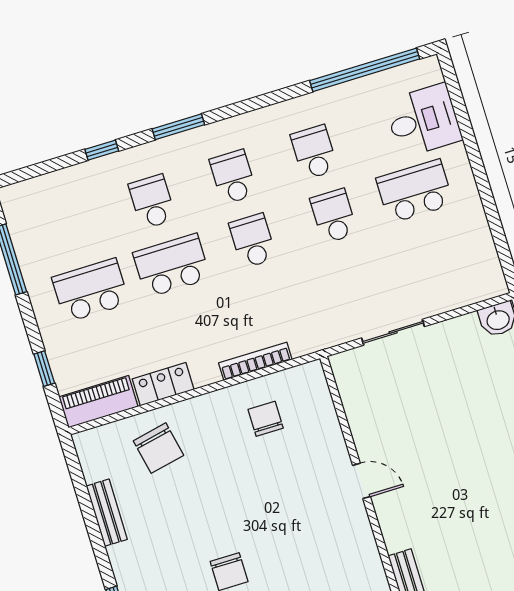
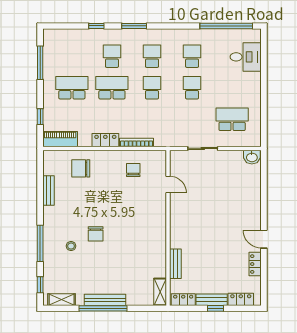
school desk: (415, 191) -> (232, 119), moved
locker: (163, 384) -> (105, 140), moved
chair: (159, 448) -> (81, 168), turned 102
door: (362, 481) -> (168, 184), moved

